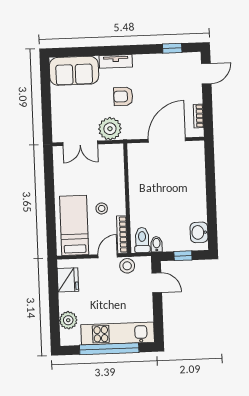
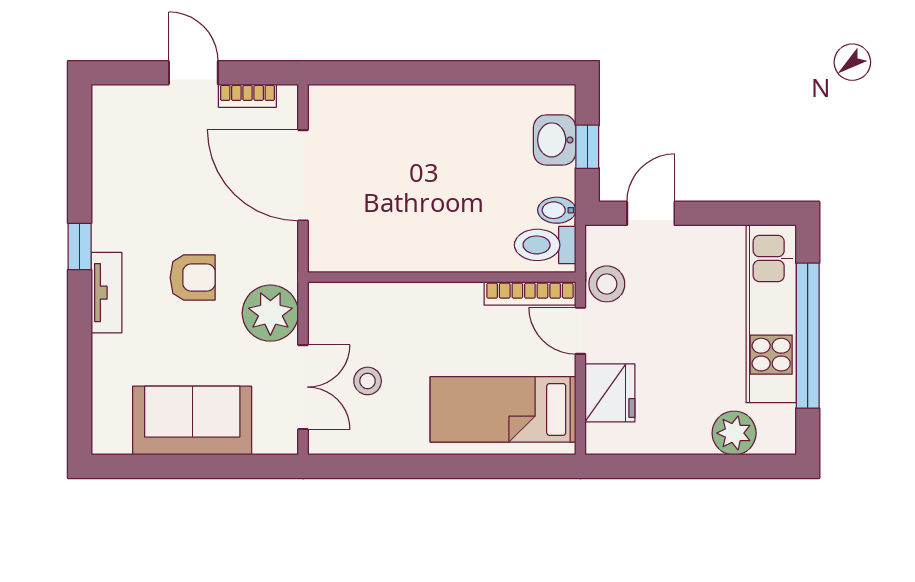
window: (172, 48) -> (80, 246), moved
sofa: (74, 71) -> (192, 421), moved, turned -90
door: (206, 74) -> (193, 73), moved
armchair: (123, 96) -> (193, 278), turned -90
stool: (102, 208) -> (368, 381), moved
washbasin: (199, 232) -> (555, 140), moved, turned 90
fridge: (68, 280) -> (610, 393), moved, turned 90

